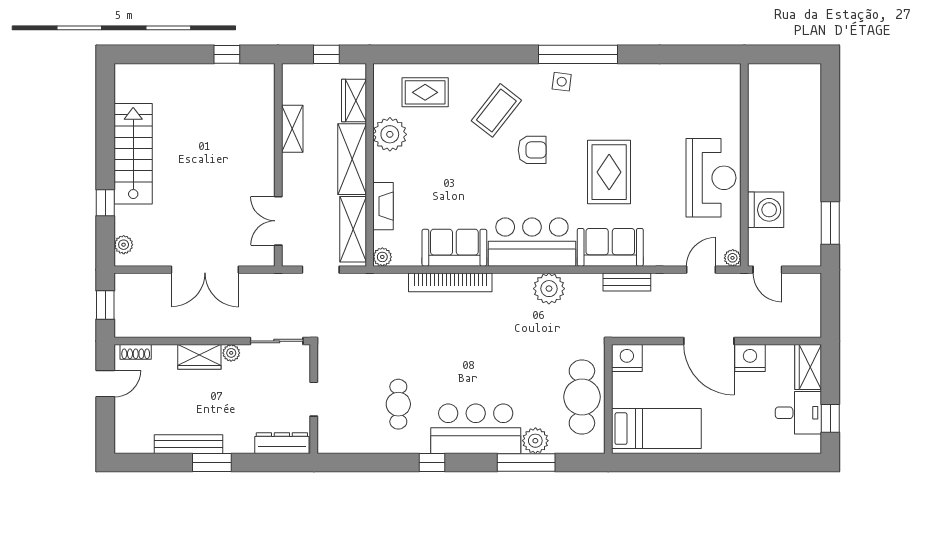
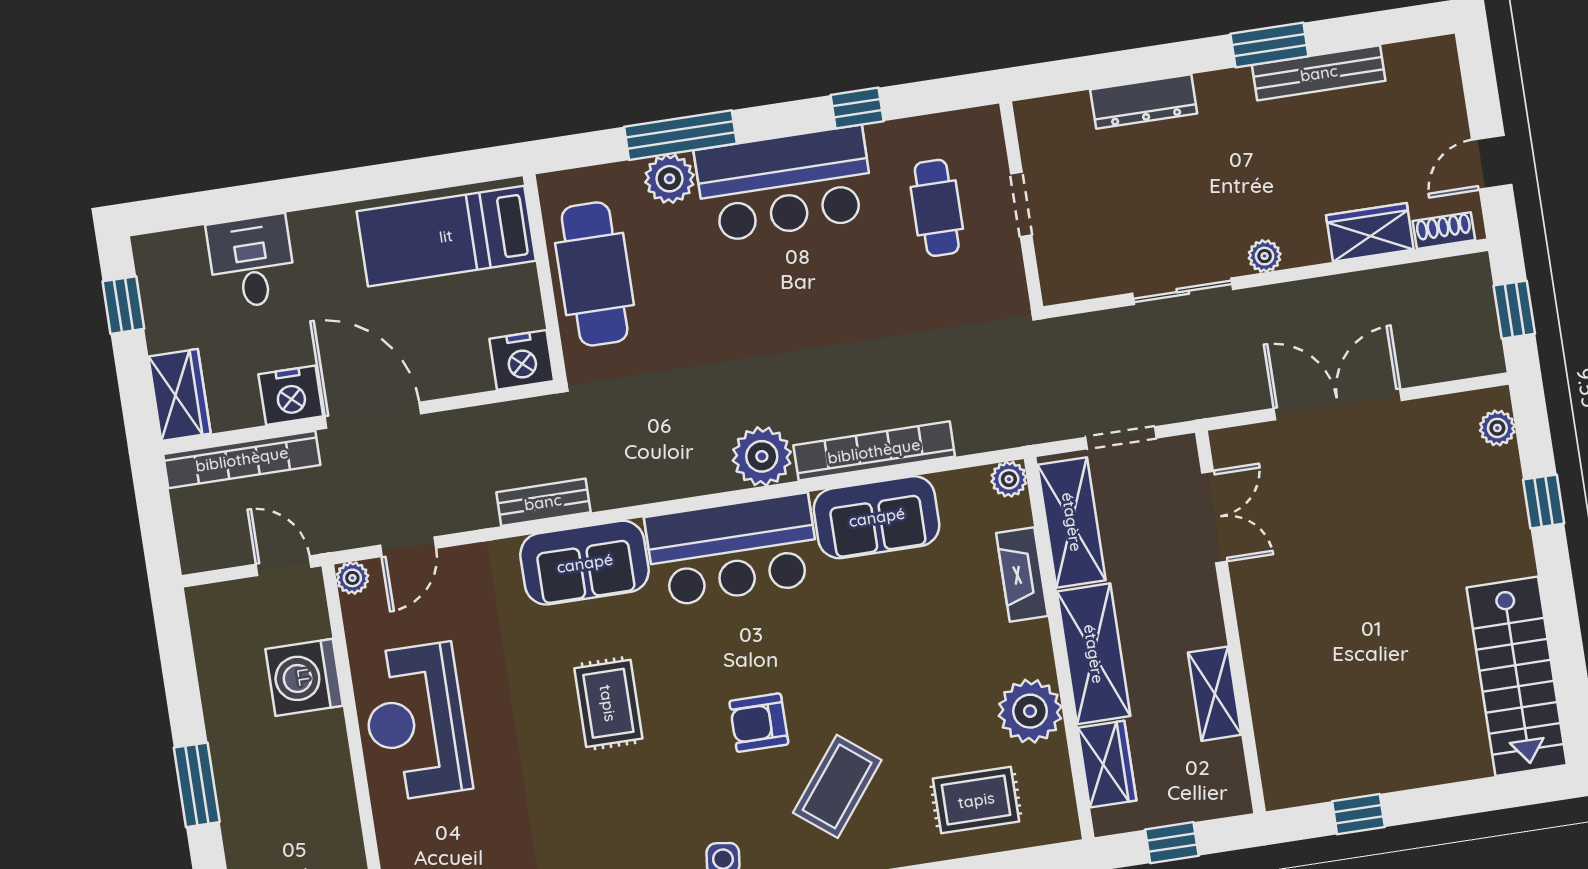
stairs: (133, 154) -> (1517, 676), moved
rug: (609, 172) -> (608, 703), width x0.73, depth x0.70
window: (830, 223) -> (197, 785), moved
plant: (549, 289) -> (762, 456), moved
bookcase: (781, 328) -> (242, 459), added
wardrobe: (199, 357) -> (1370, 232), moved
doorway: (314, 399) -> (1021, 204), moved
wall: (314, 399) -> (1021, 205), moved
desk: (798, 413) -> (251, 262), moved, turned 90

